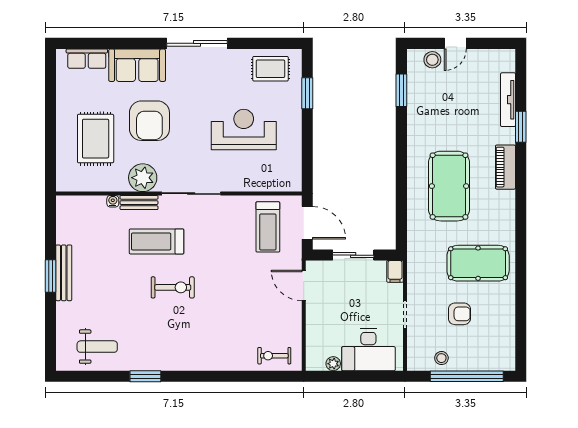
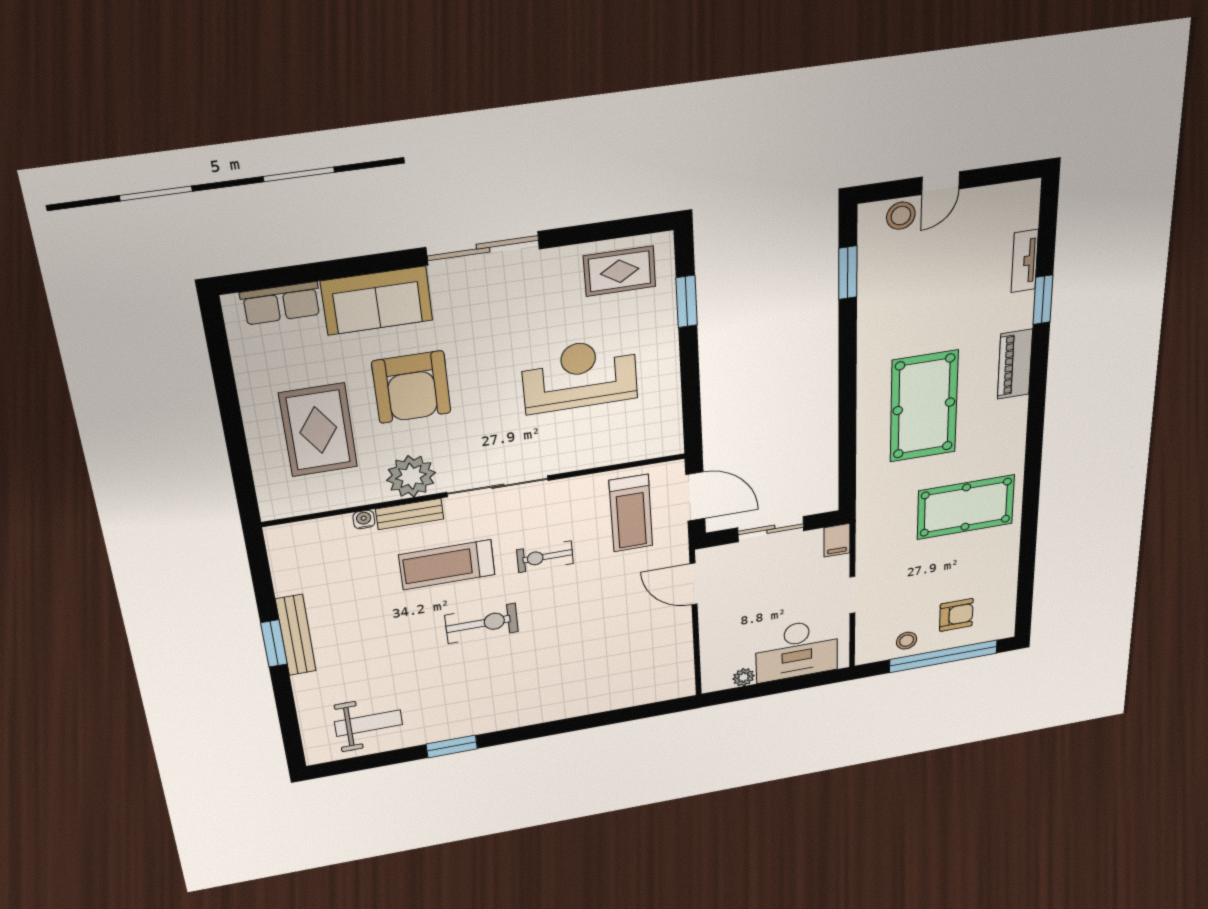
tv unit: (508, 100) -> (1025, 261), width x0.71
armchair: (459, 314) -> (956, 615), moved
exercise bike: (274, 356) -> (545, 557), moved

